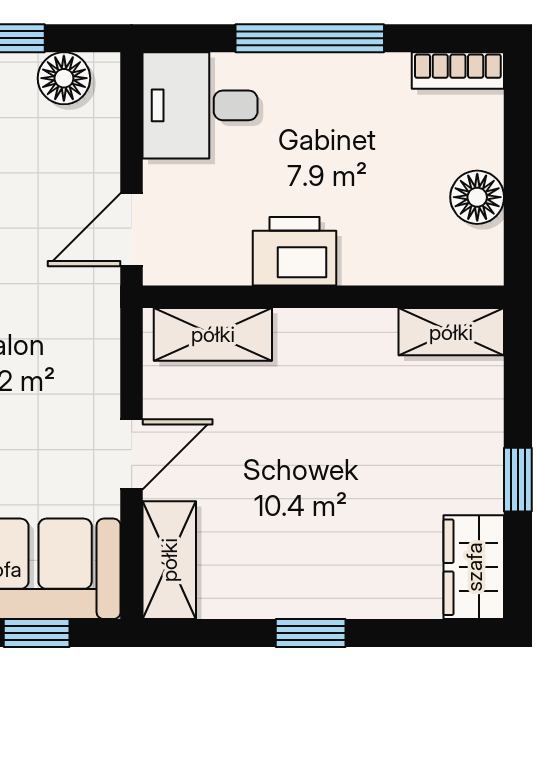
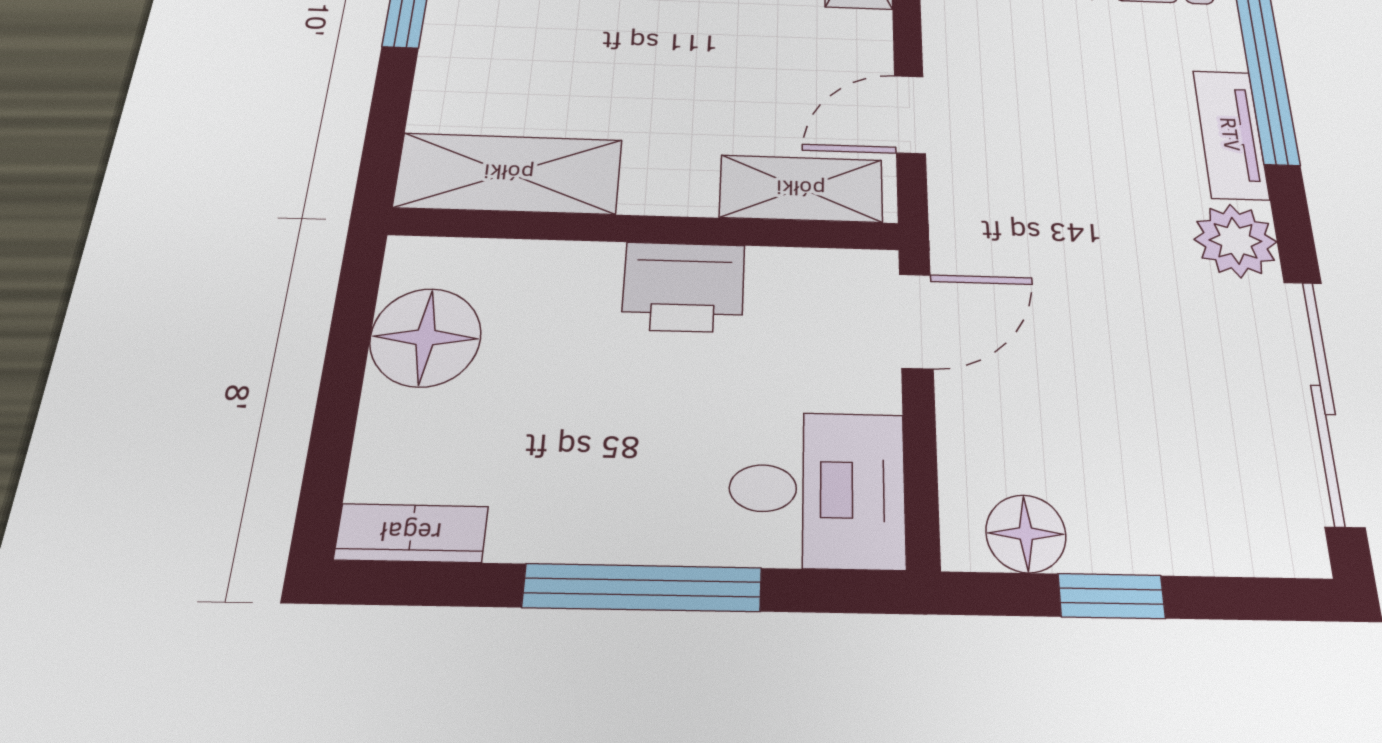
floor lamp: (477, 197) -> (426, 337), width x1.38, depth x1.38
shelving: (451, 332) -> (509, 173), width x1.50, depth x1.33
door: (132, 454) -> (910, 114), moved

